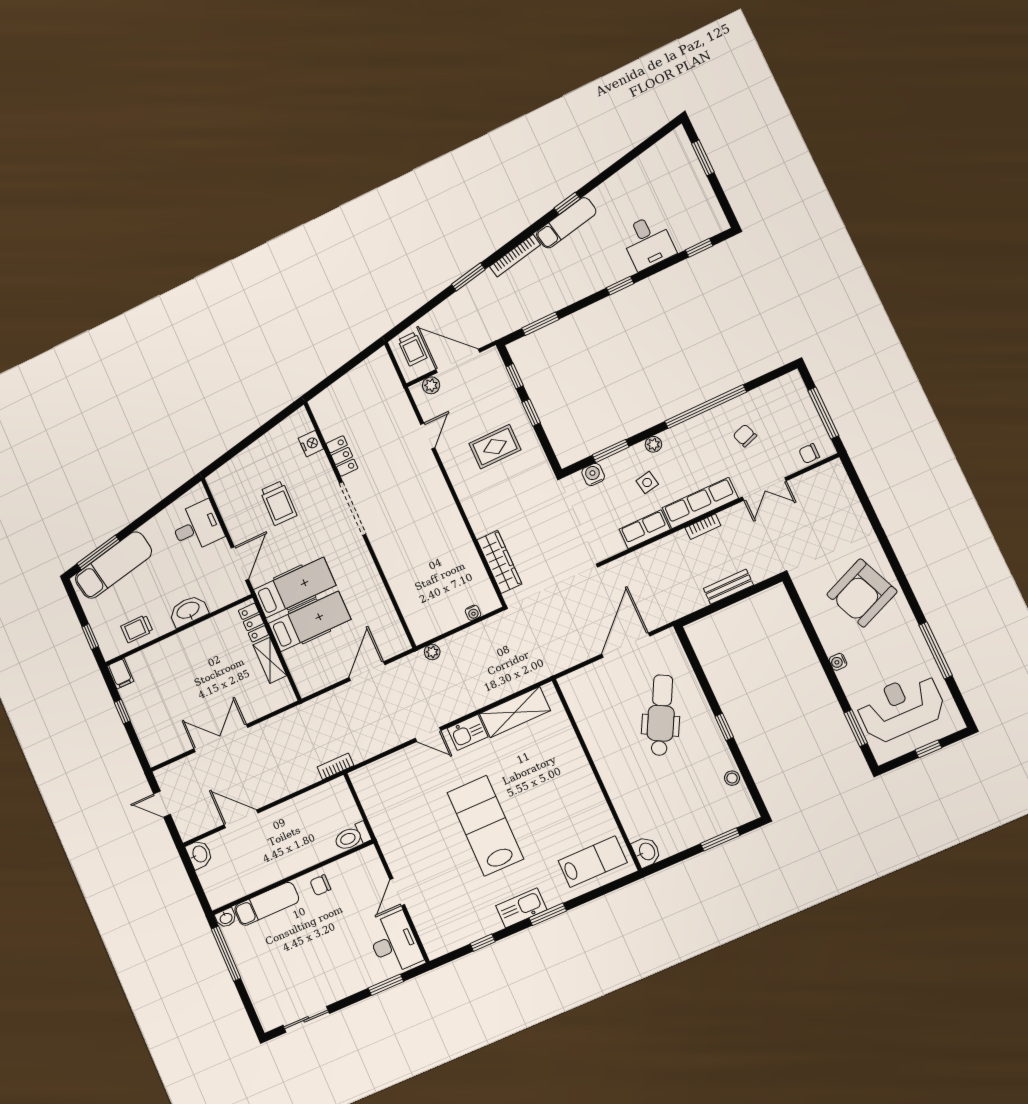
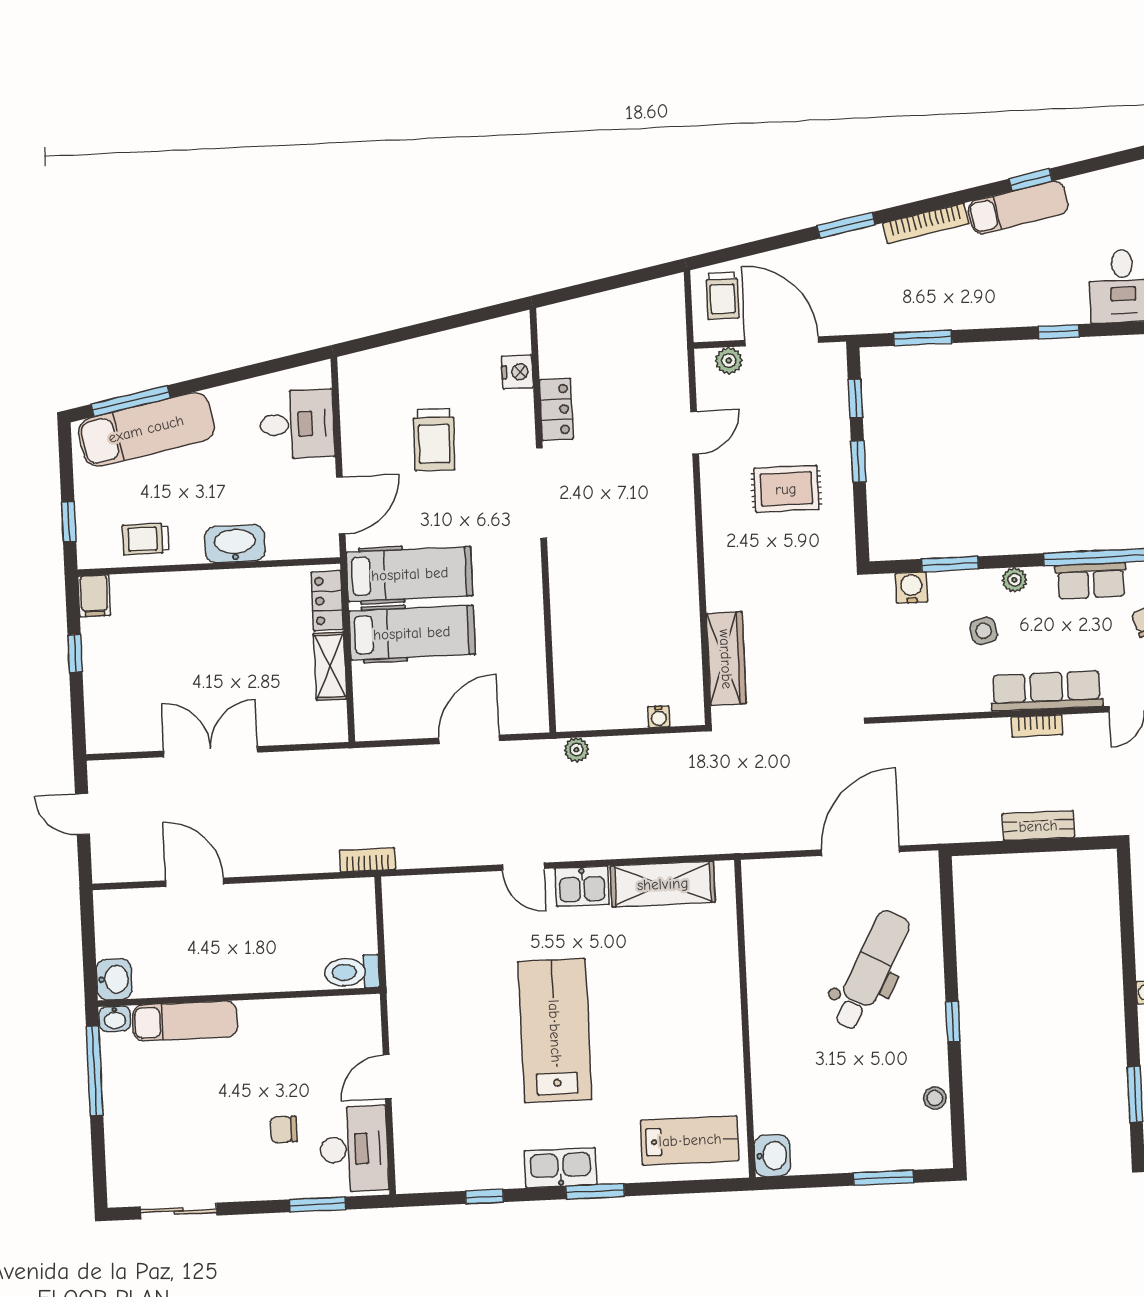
row of seats: (645, 529) -> (1091, 581), moved, turned 180
washbasin: (199, 854) -> (114, 979), moved
chair: (320, 885) -> (284, 1129), moved

